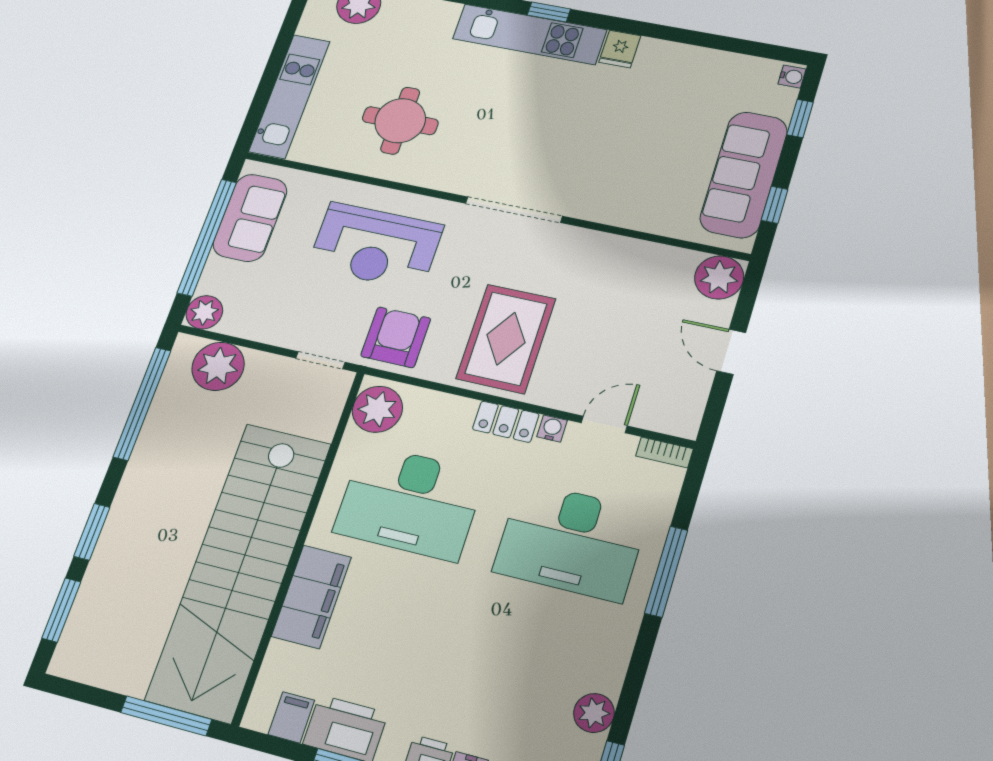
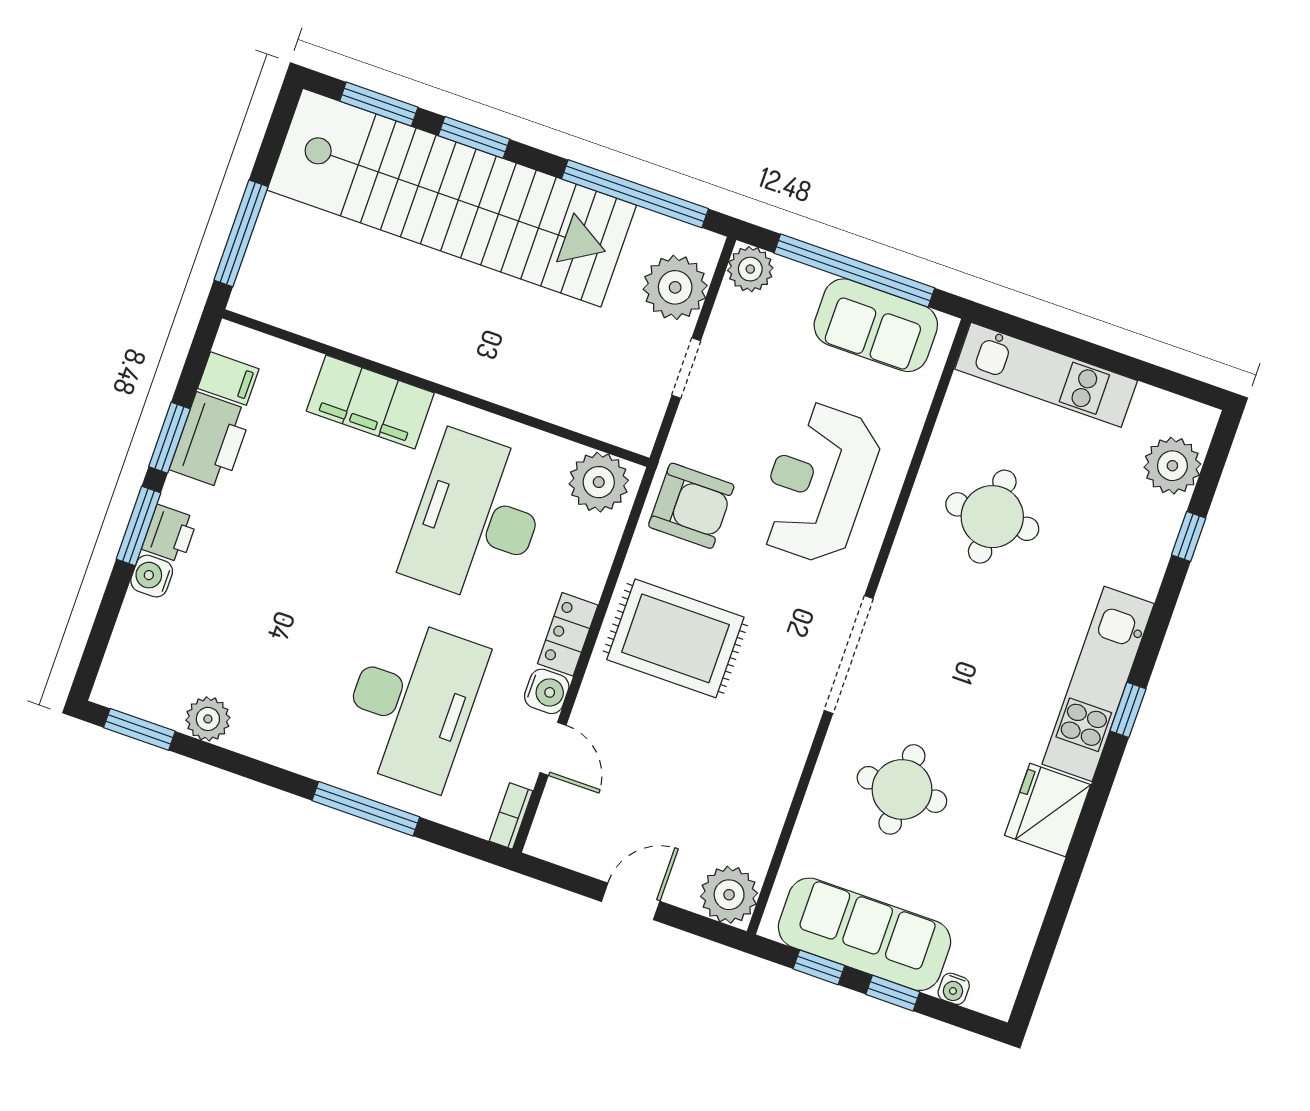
fridge: (620, 49) -> (1048, 810), width x1.88, depth x1.34
water cooler: (792, 77) -> (954, 989), moved
window: (800, 119) -> (893, 993), moved
round table: (622, 160) -> (902, 789), added
doorway: (320, 360) -> (686, 368), moved
water cooler: (552, 428) -> (547, 691), width x1.38, depth x1.38
desk: (571, 541) -> (412, 703), turned 180
stairs: (239, 570) -> (452, 198), moved, turned 180

